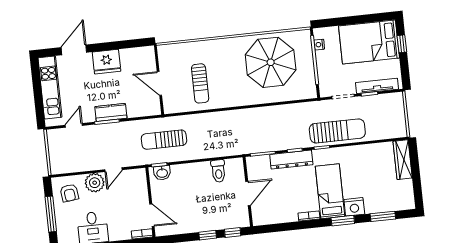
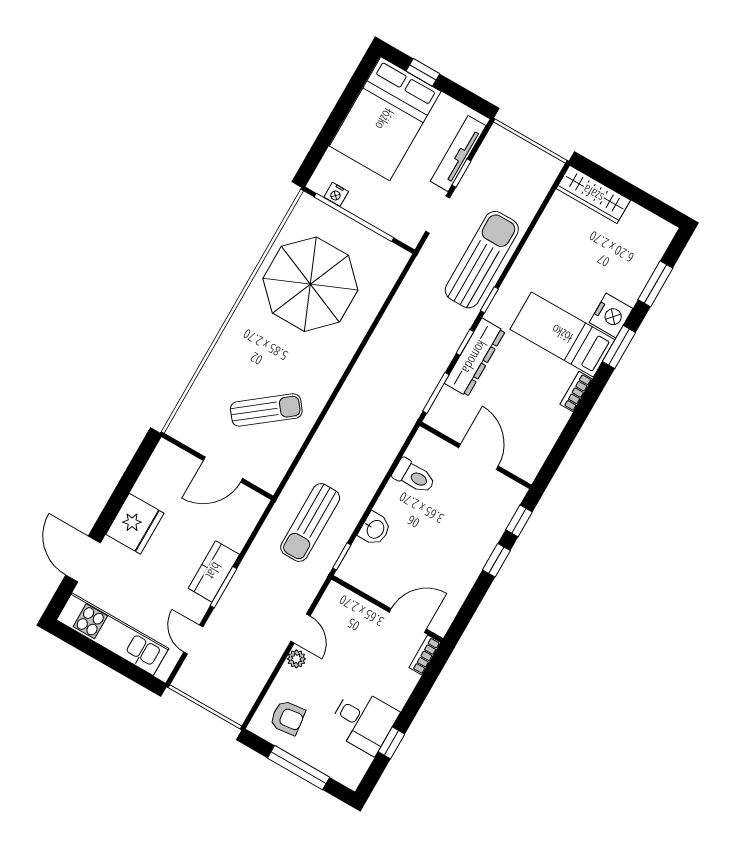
sun lounger: (200, 83) -> (266, 410), turned -38
washbasin: (162, 173) -> (375, 529), moved
plant: (95, 183) -> (296, 659), width x0.53, depth x0.53

